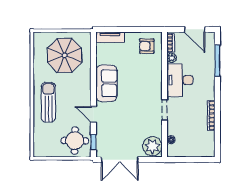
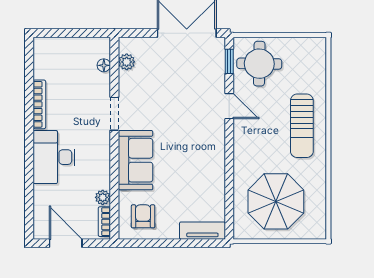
armchair: (147, 46) -> (143, 216), turned -90
window: (217, 61) -> (29, 193), removed
desk: (180, 80) -> (54, 157), moved, turned 180
sofa: (106, 83) -> (136, 160), moved, turned 180
plant: (152, 146) -> (127, 62), width x0.53, depth x0.53

